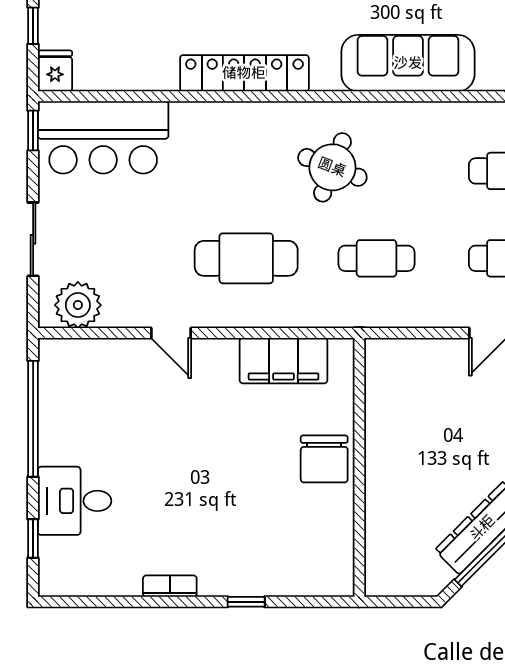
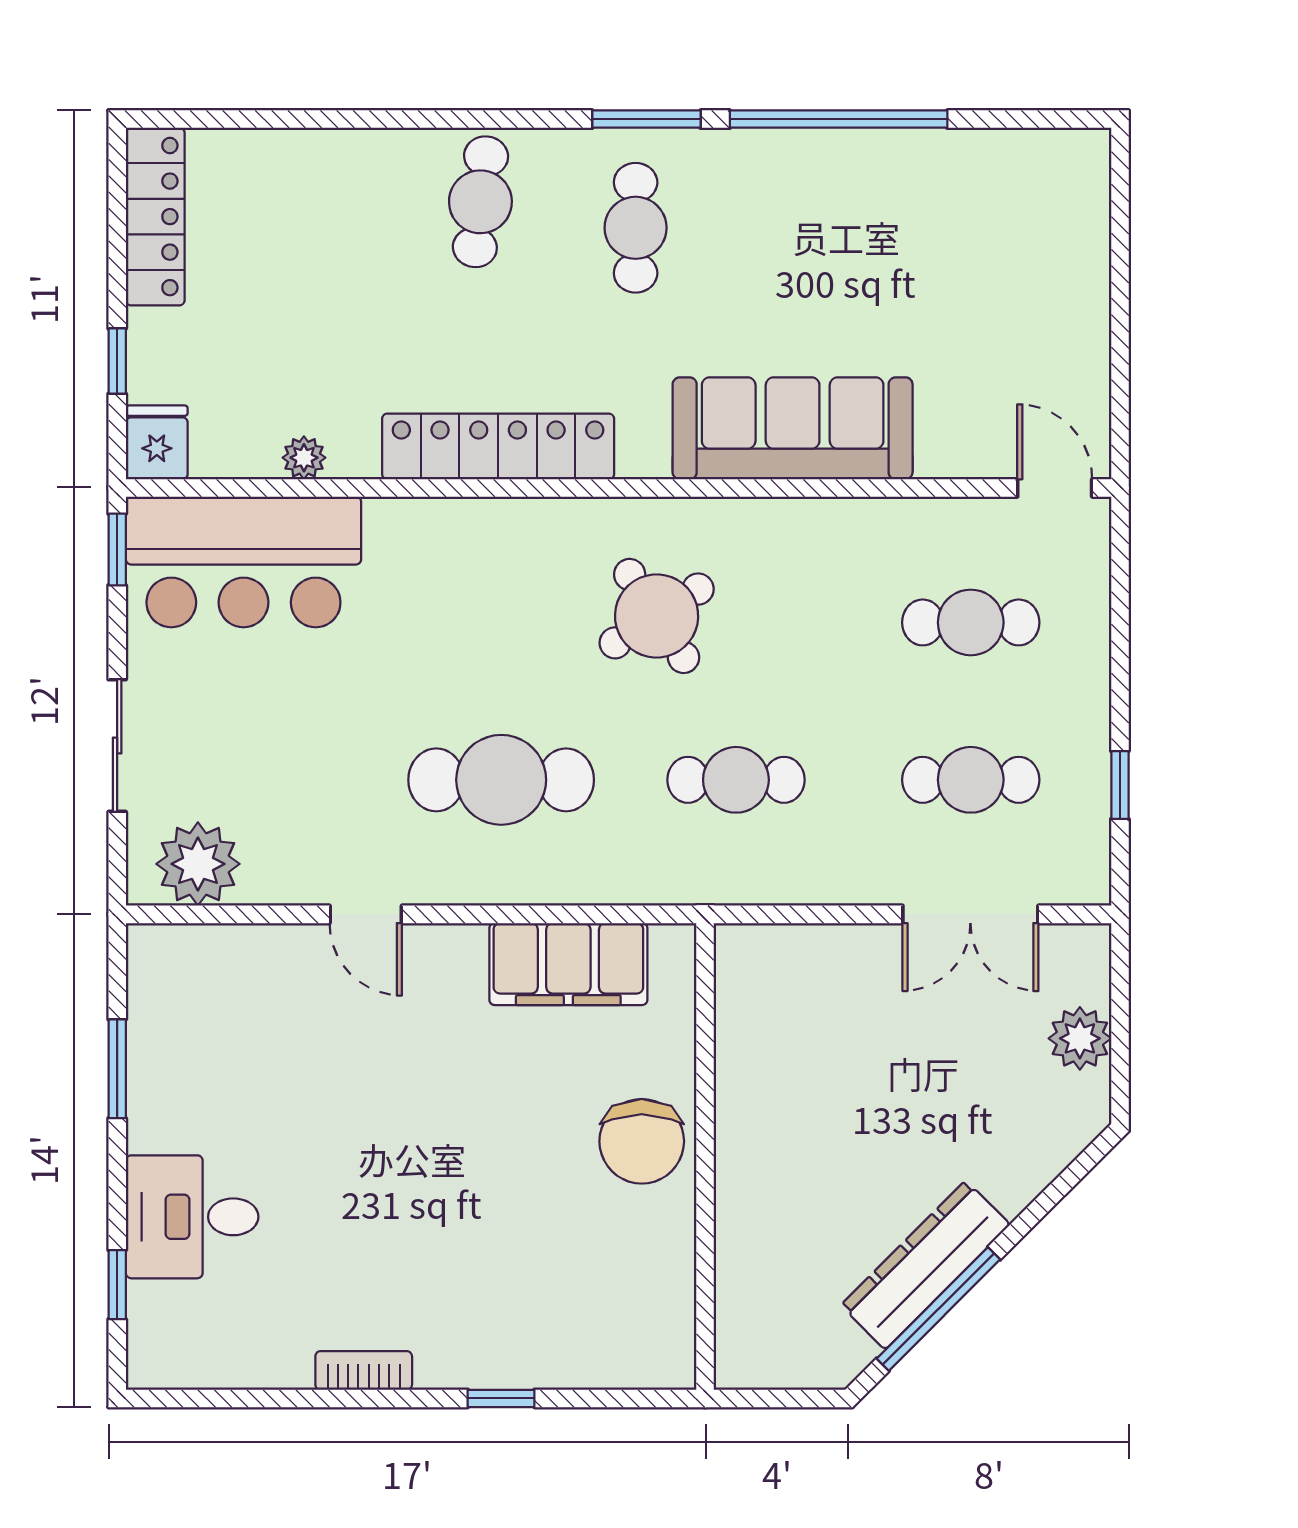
plant: (137, 80) -> (304, 458), added
round table: (332, 167) -> (657, 616), turned 36
window: (33, 419) -> (117, 1069), width x0.47

